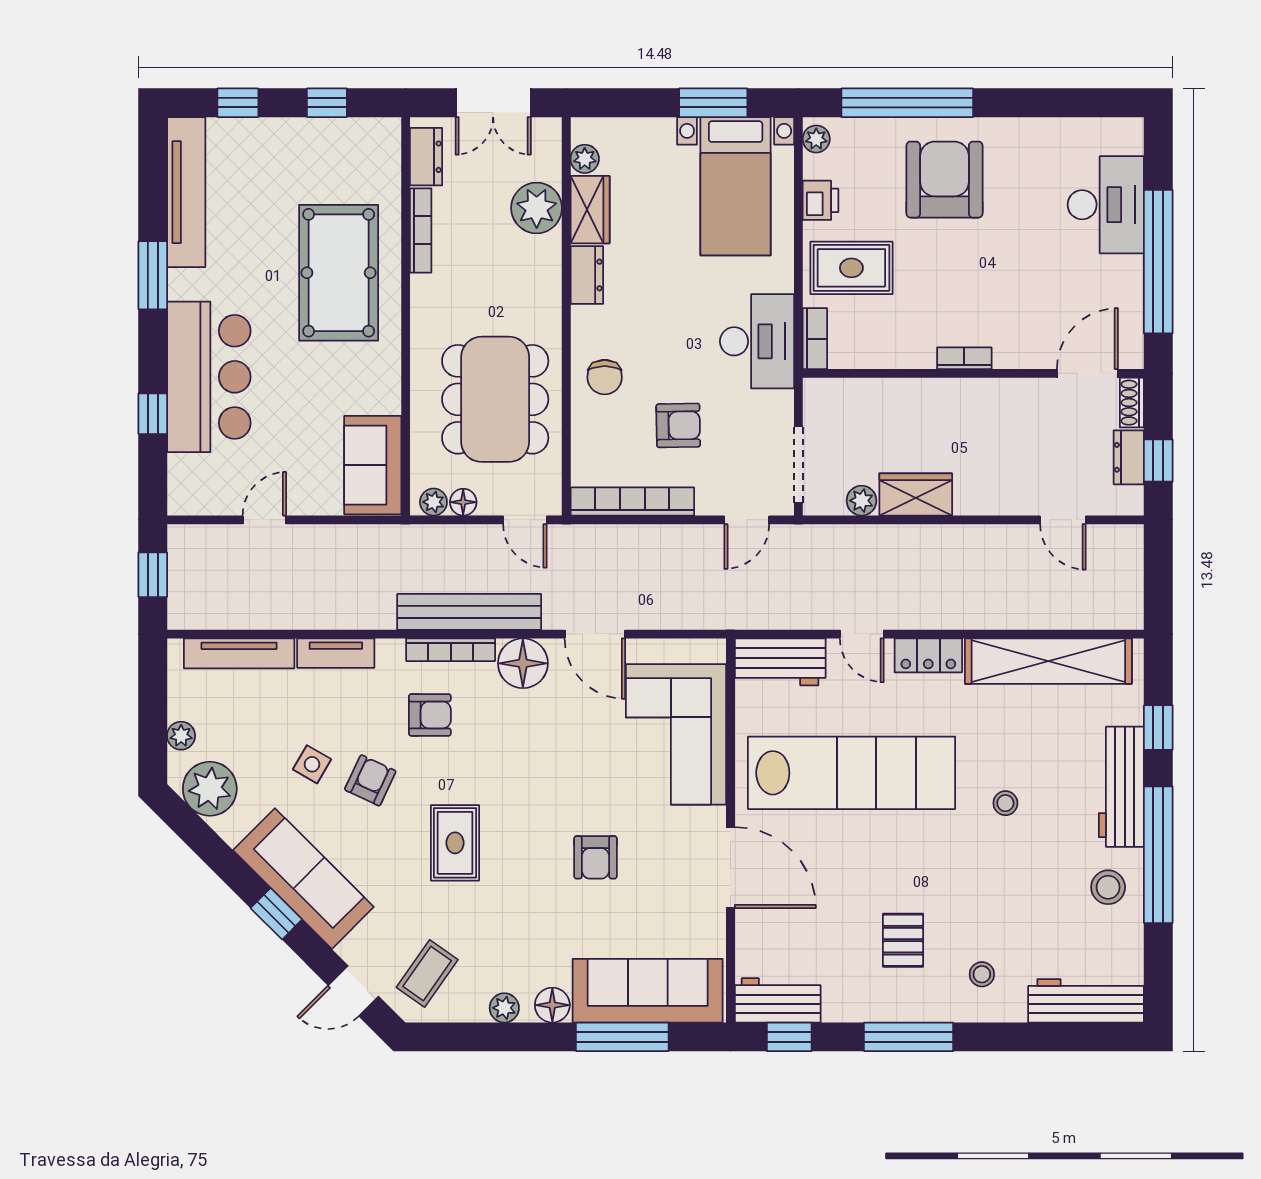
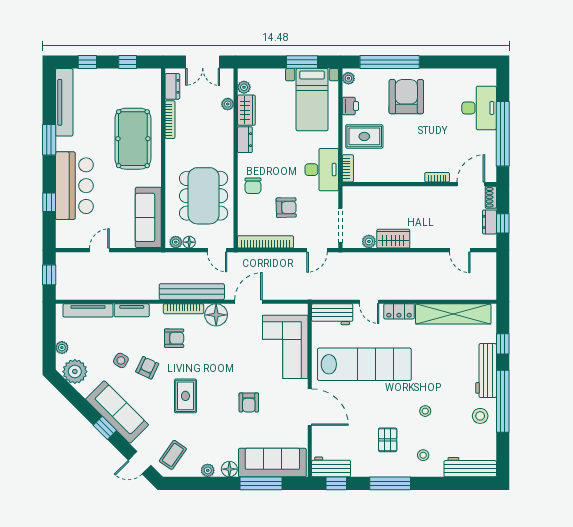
plant: (537, 208) -> (228, 104), width x0.53, depth x0.53
bookcase: (964, 358) -> (437, 177), moved
sofa: (373, 465) -> (148, 217), width x1.36
door: (595, 634) -> (249, 302), swing flipped
stool: (1005, 803) -> (425, 411), moved

